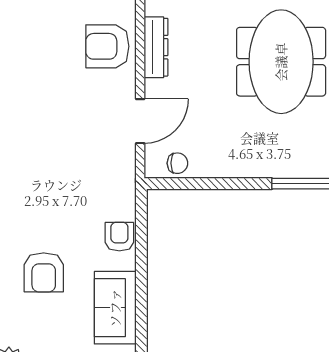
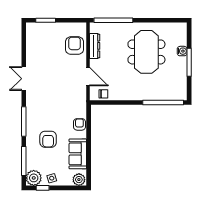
armchair: (107, 46) -> (74, 46), turned 90
door: (140, 121) -> (88, 77), hinge flipped

